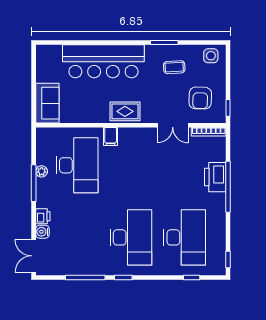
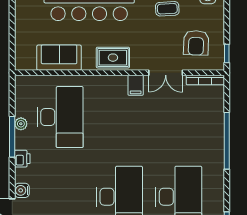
sofa: (47, 103) -> (59, 58), moved, turned -90
filing cabinet: (111, 137) -> (136, 85), moved
printer: (215, 177) -> (213, 130), removed
printer: (43, 216) -> (22, 159), moved

